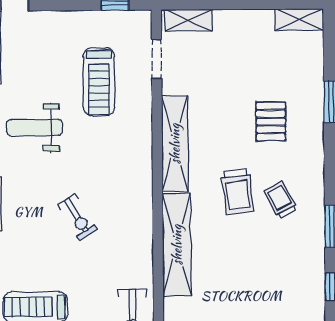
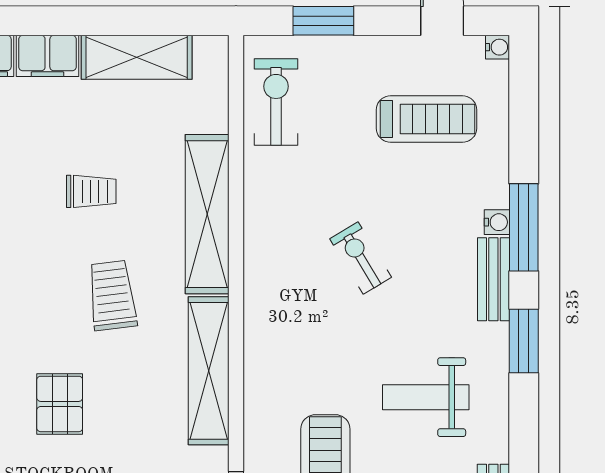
weight bench: (35, 128) -> (426, 397), turned 180
trolley: (280, 200) -> (91, 191), moved, turned -62

